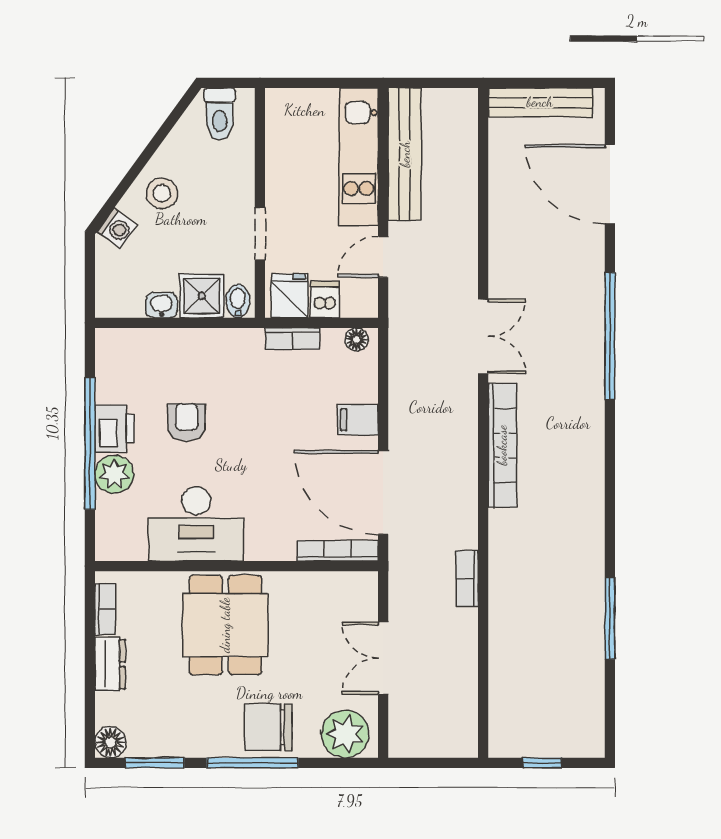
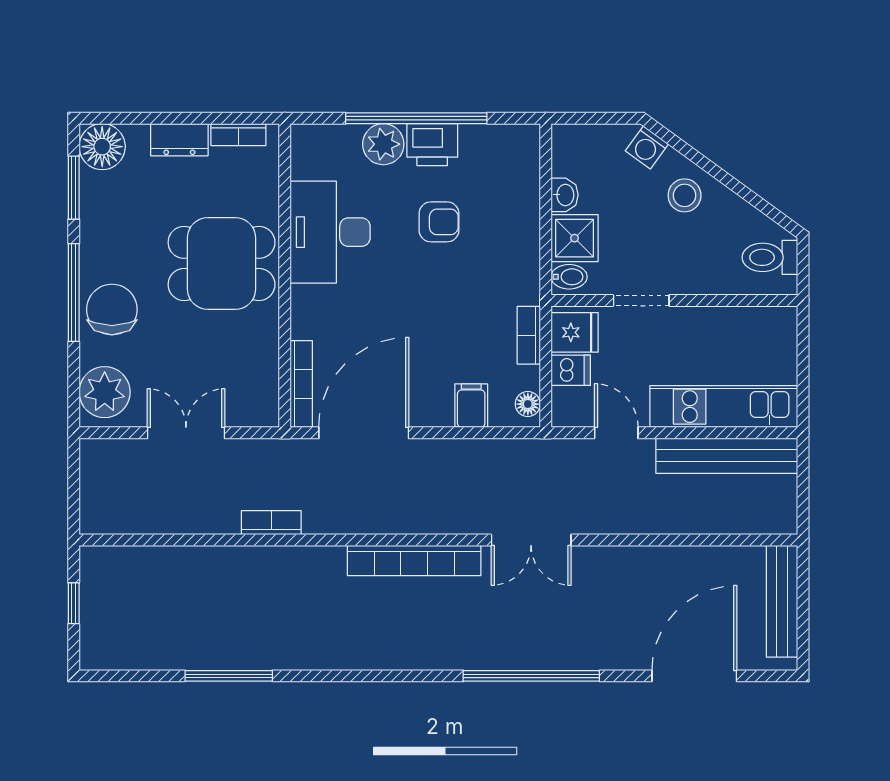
filing cabinet: (358, 420) -> (471, 406), moved
floor lamp: (111, 742) -> (102, 147), width x1.38, depth x1.38

